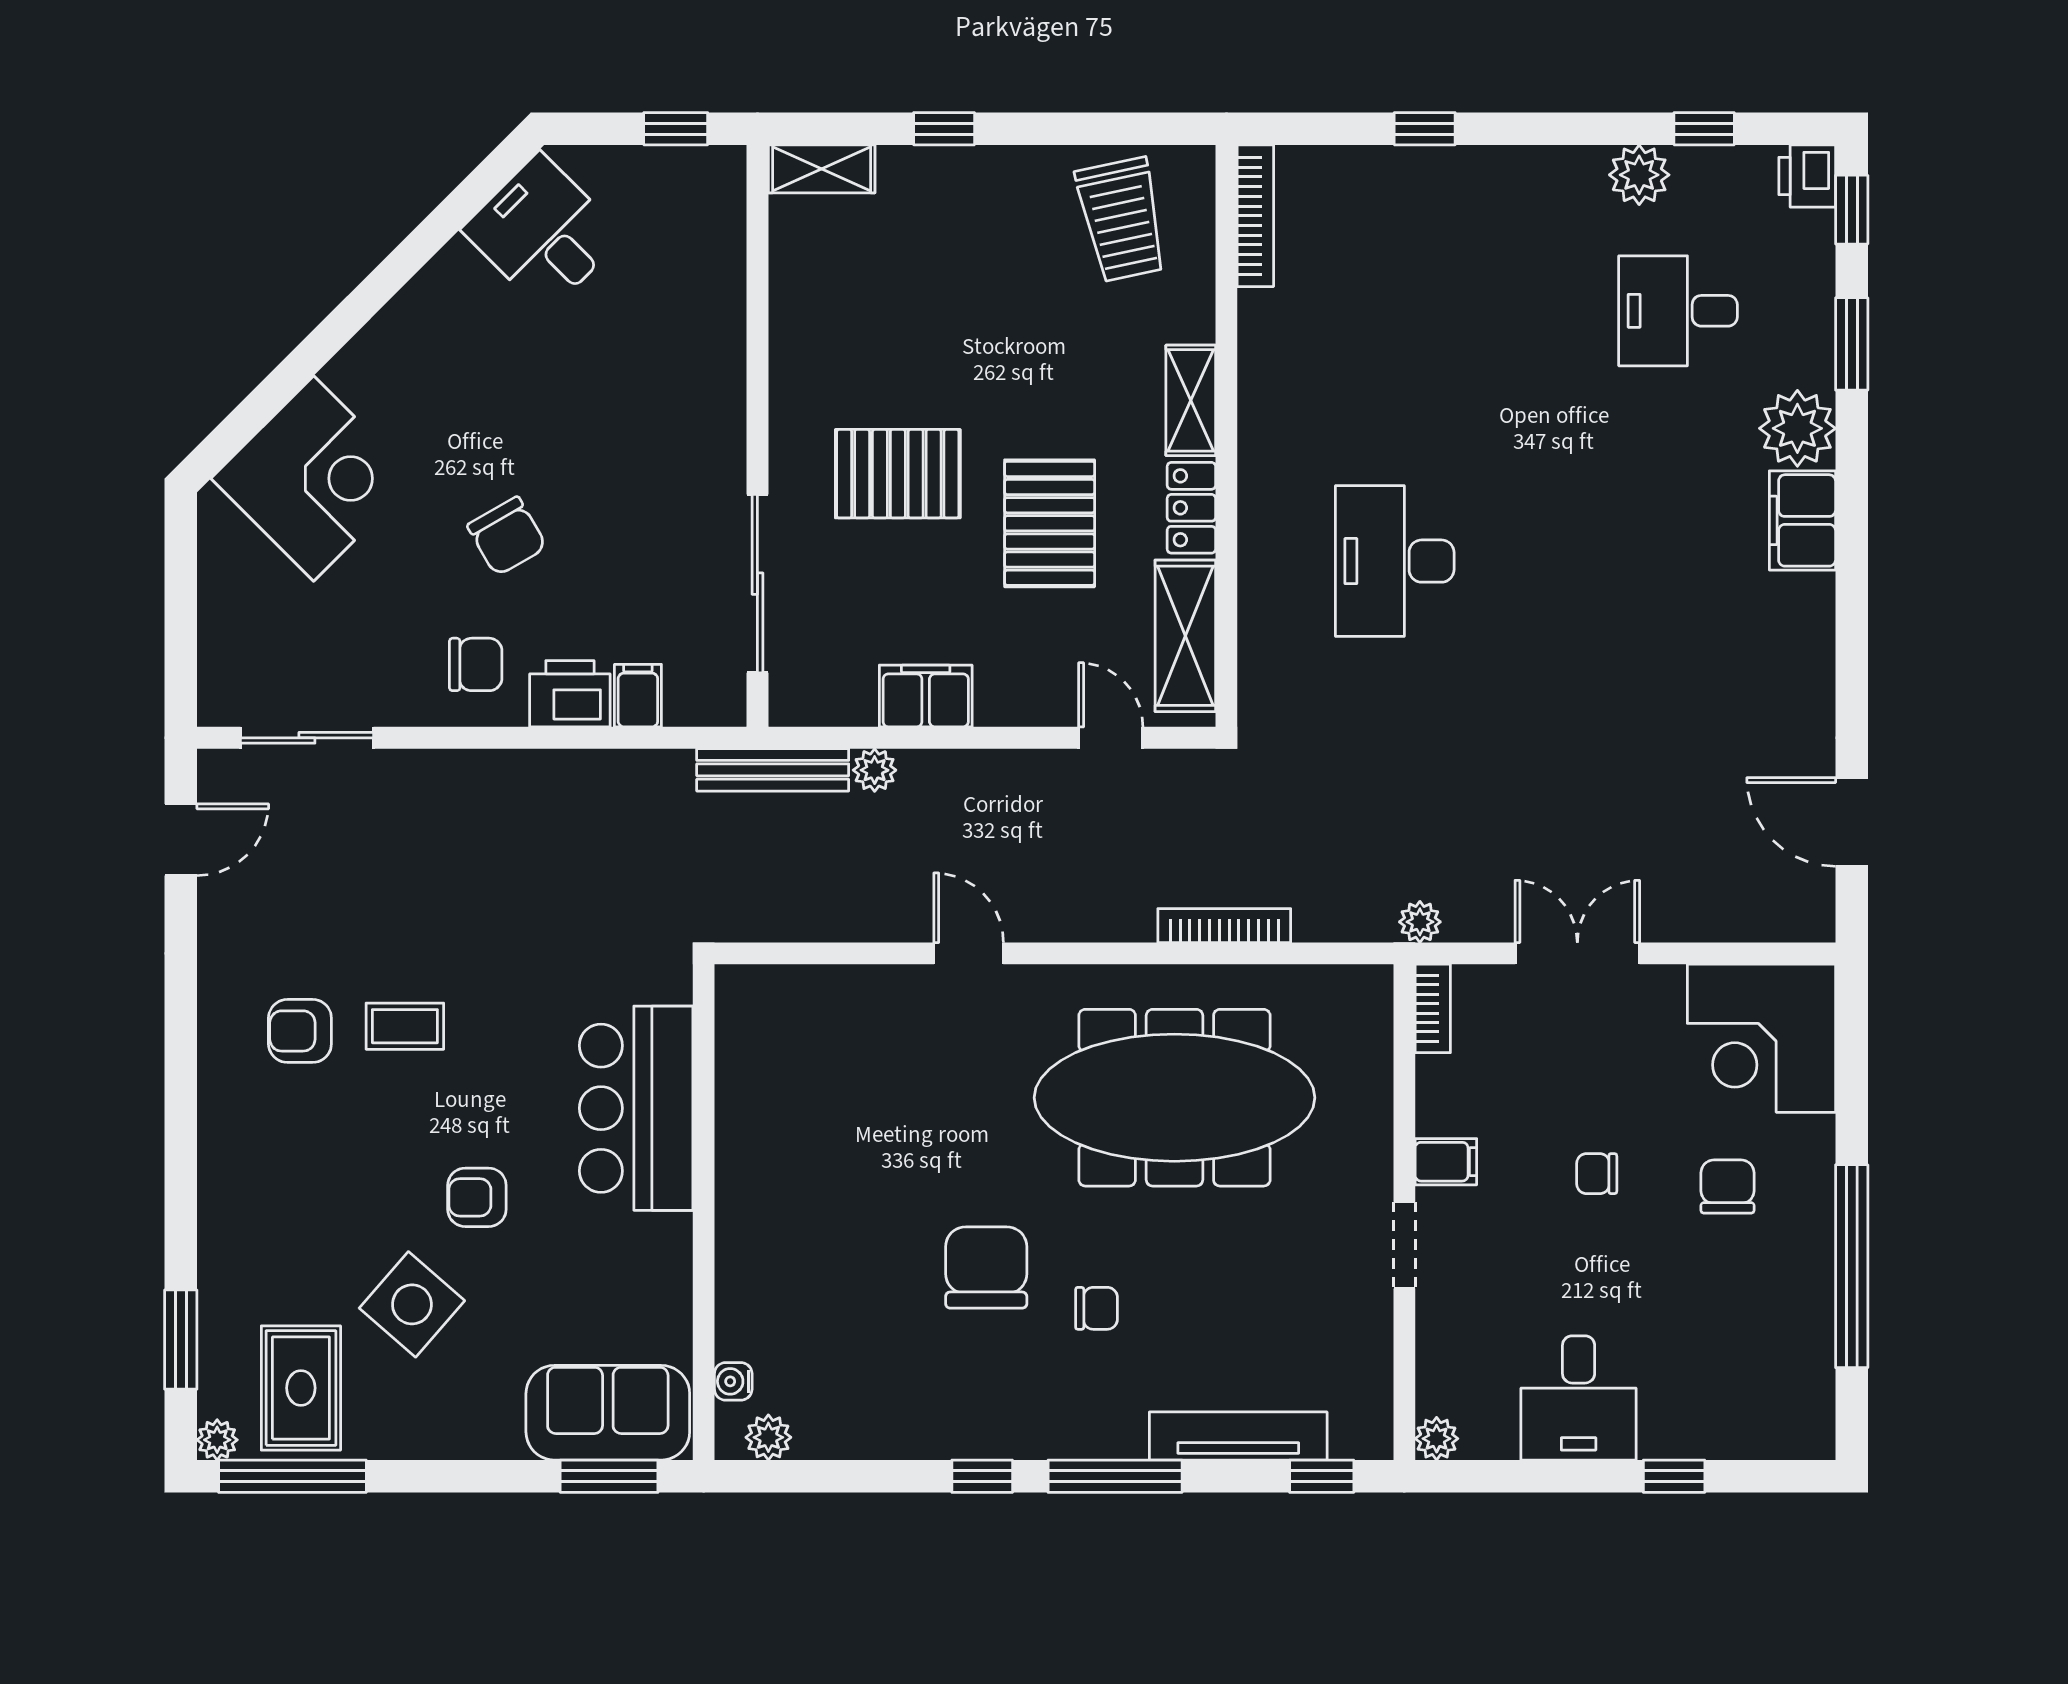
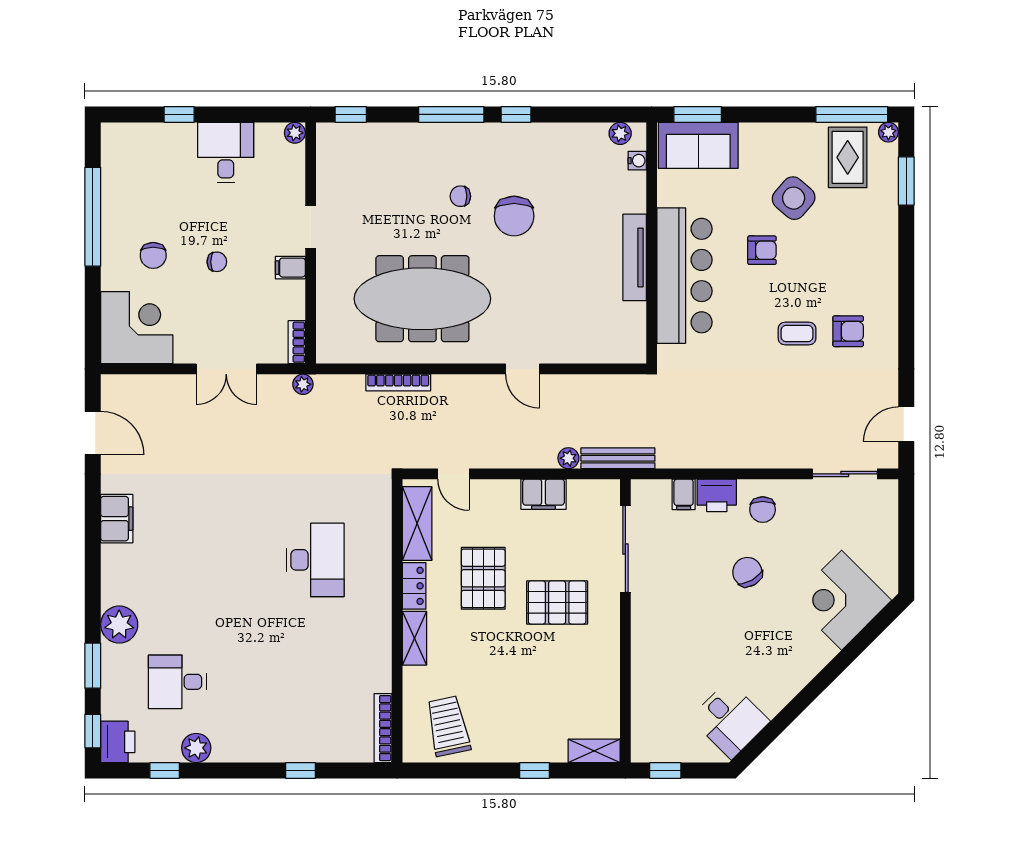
printer: (1807, 176) -> (118, 742), width x1.36, depth x1.24
desk: (1678, 311) -> (177, 682), turned 180
filing cabinet: (1802, 520) -> (117, 519), moved
chair: (476, 664) -> (763, 510), turned -90
bar counter: (636, 1108) -> (684, 276), width x1.36
tv unit: (1238, 1436) -> (635, 257), moved, turned 90

